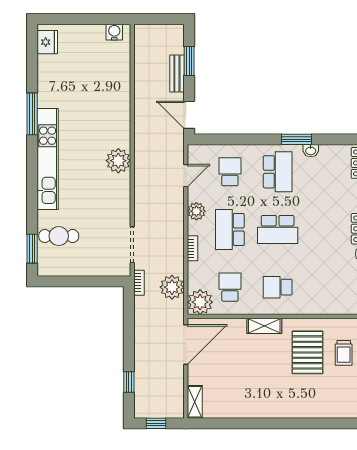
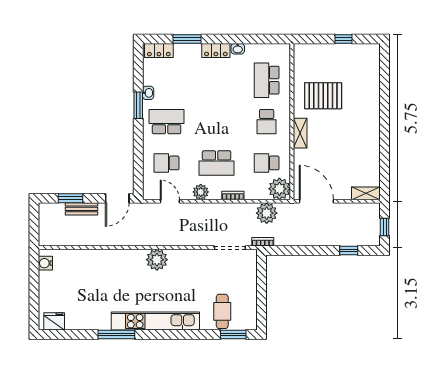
school desk: (278, 229) -> (267, 80), moved, turned 180
trolley: (344, 353) -> (324, 64), removed

